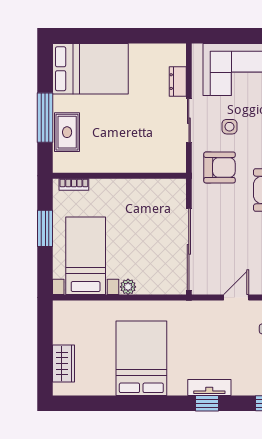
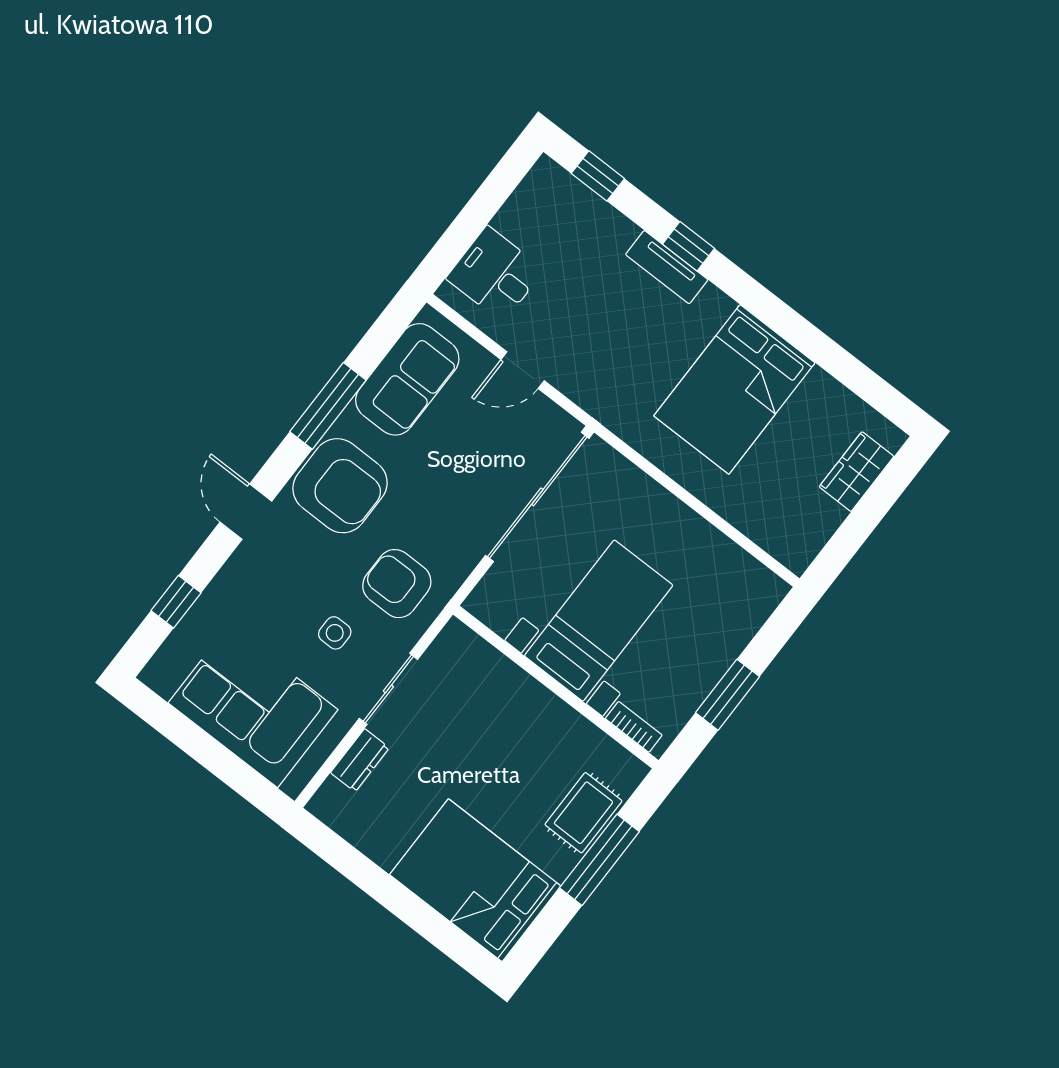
bed with nightstands: (86, 256) -> (599, 621), moved, turned 180
plant: (128, 287) -> (671, 511), removed

